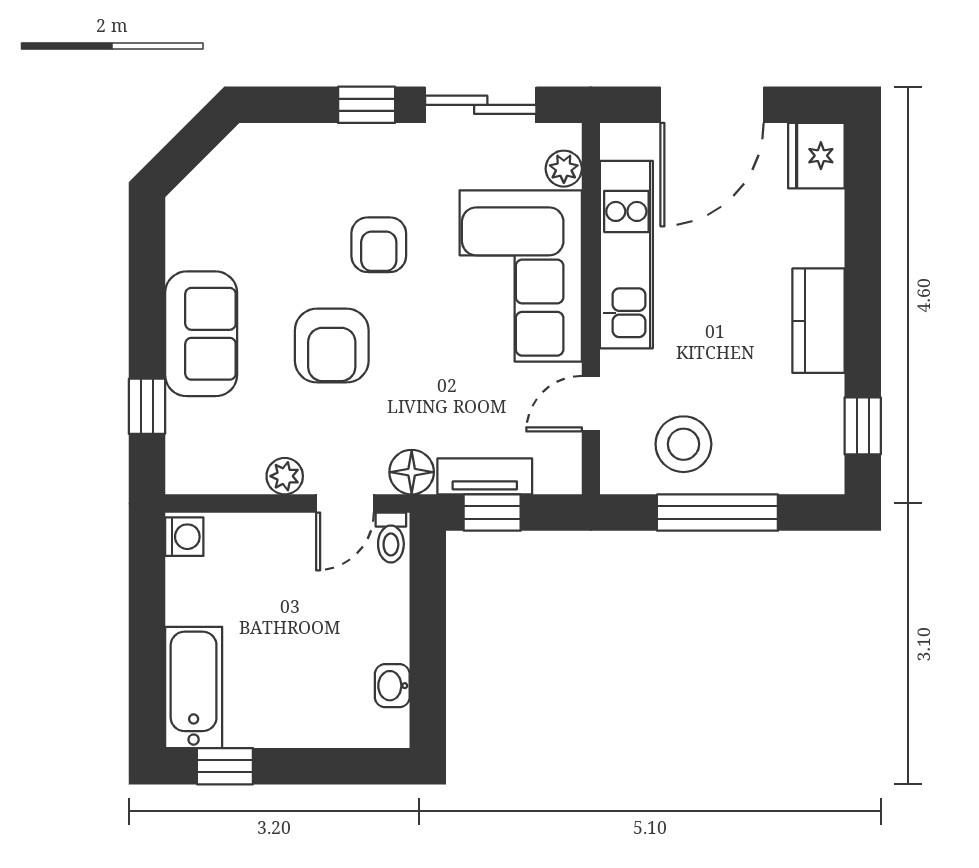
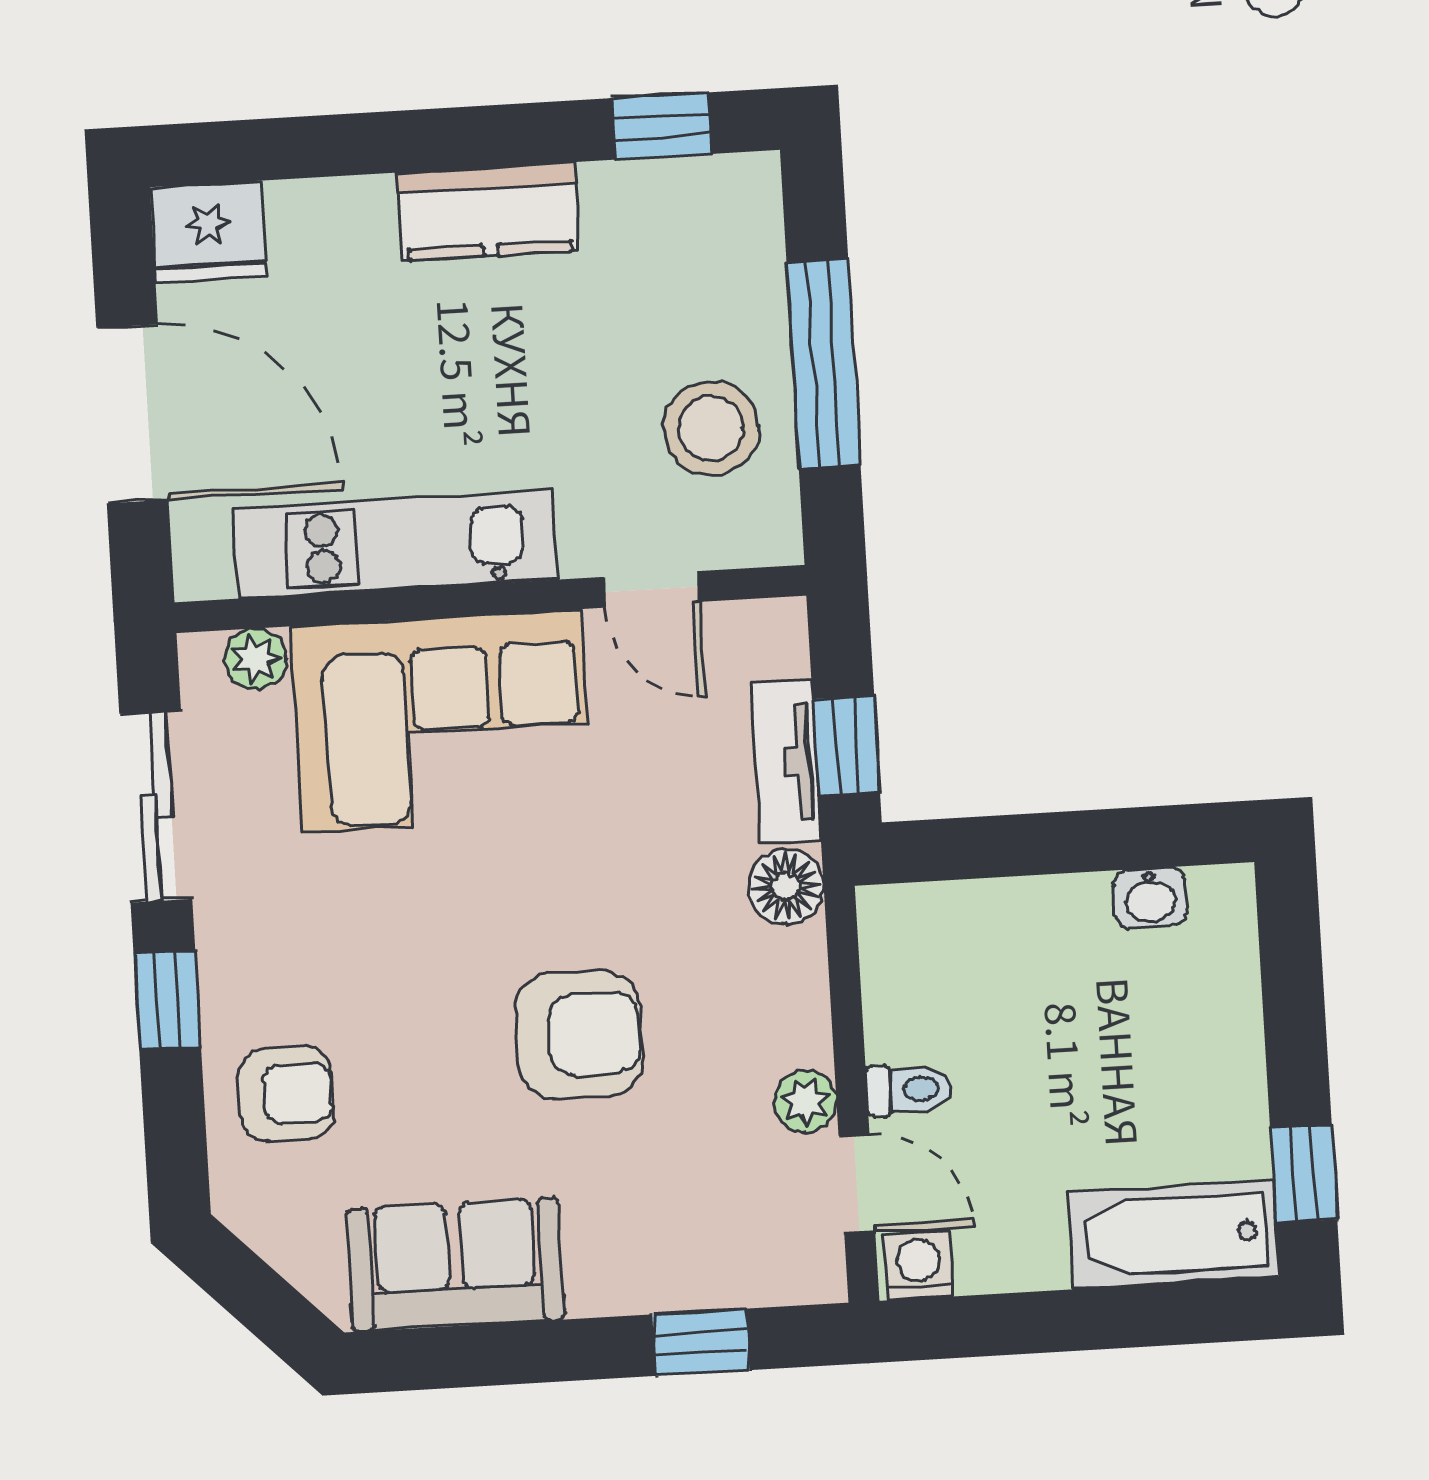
armchair: (379, 245) -> (286, 1094), moved
sofa: (201, 334) -> (456, 1265), moved
door: (345, 503) -> (857, 1184), moved
toilet: (391, 537) -> (909, 1089), moved

